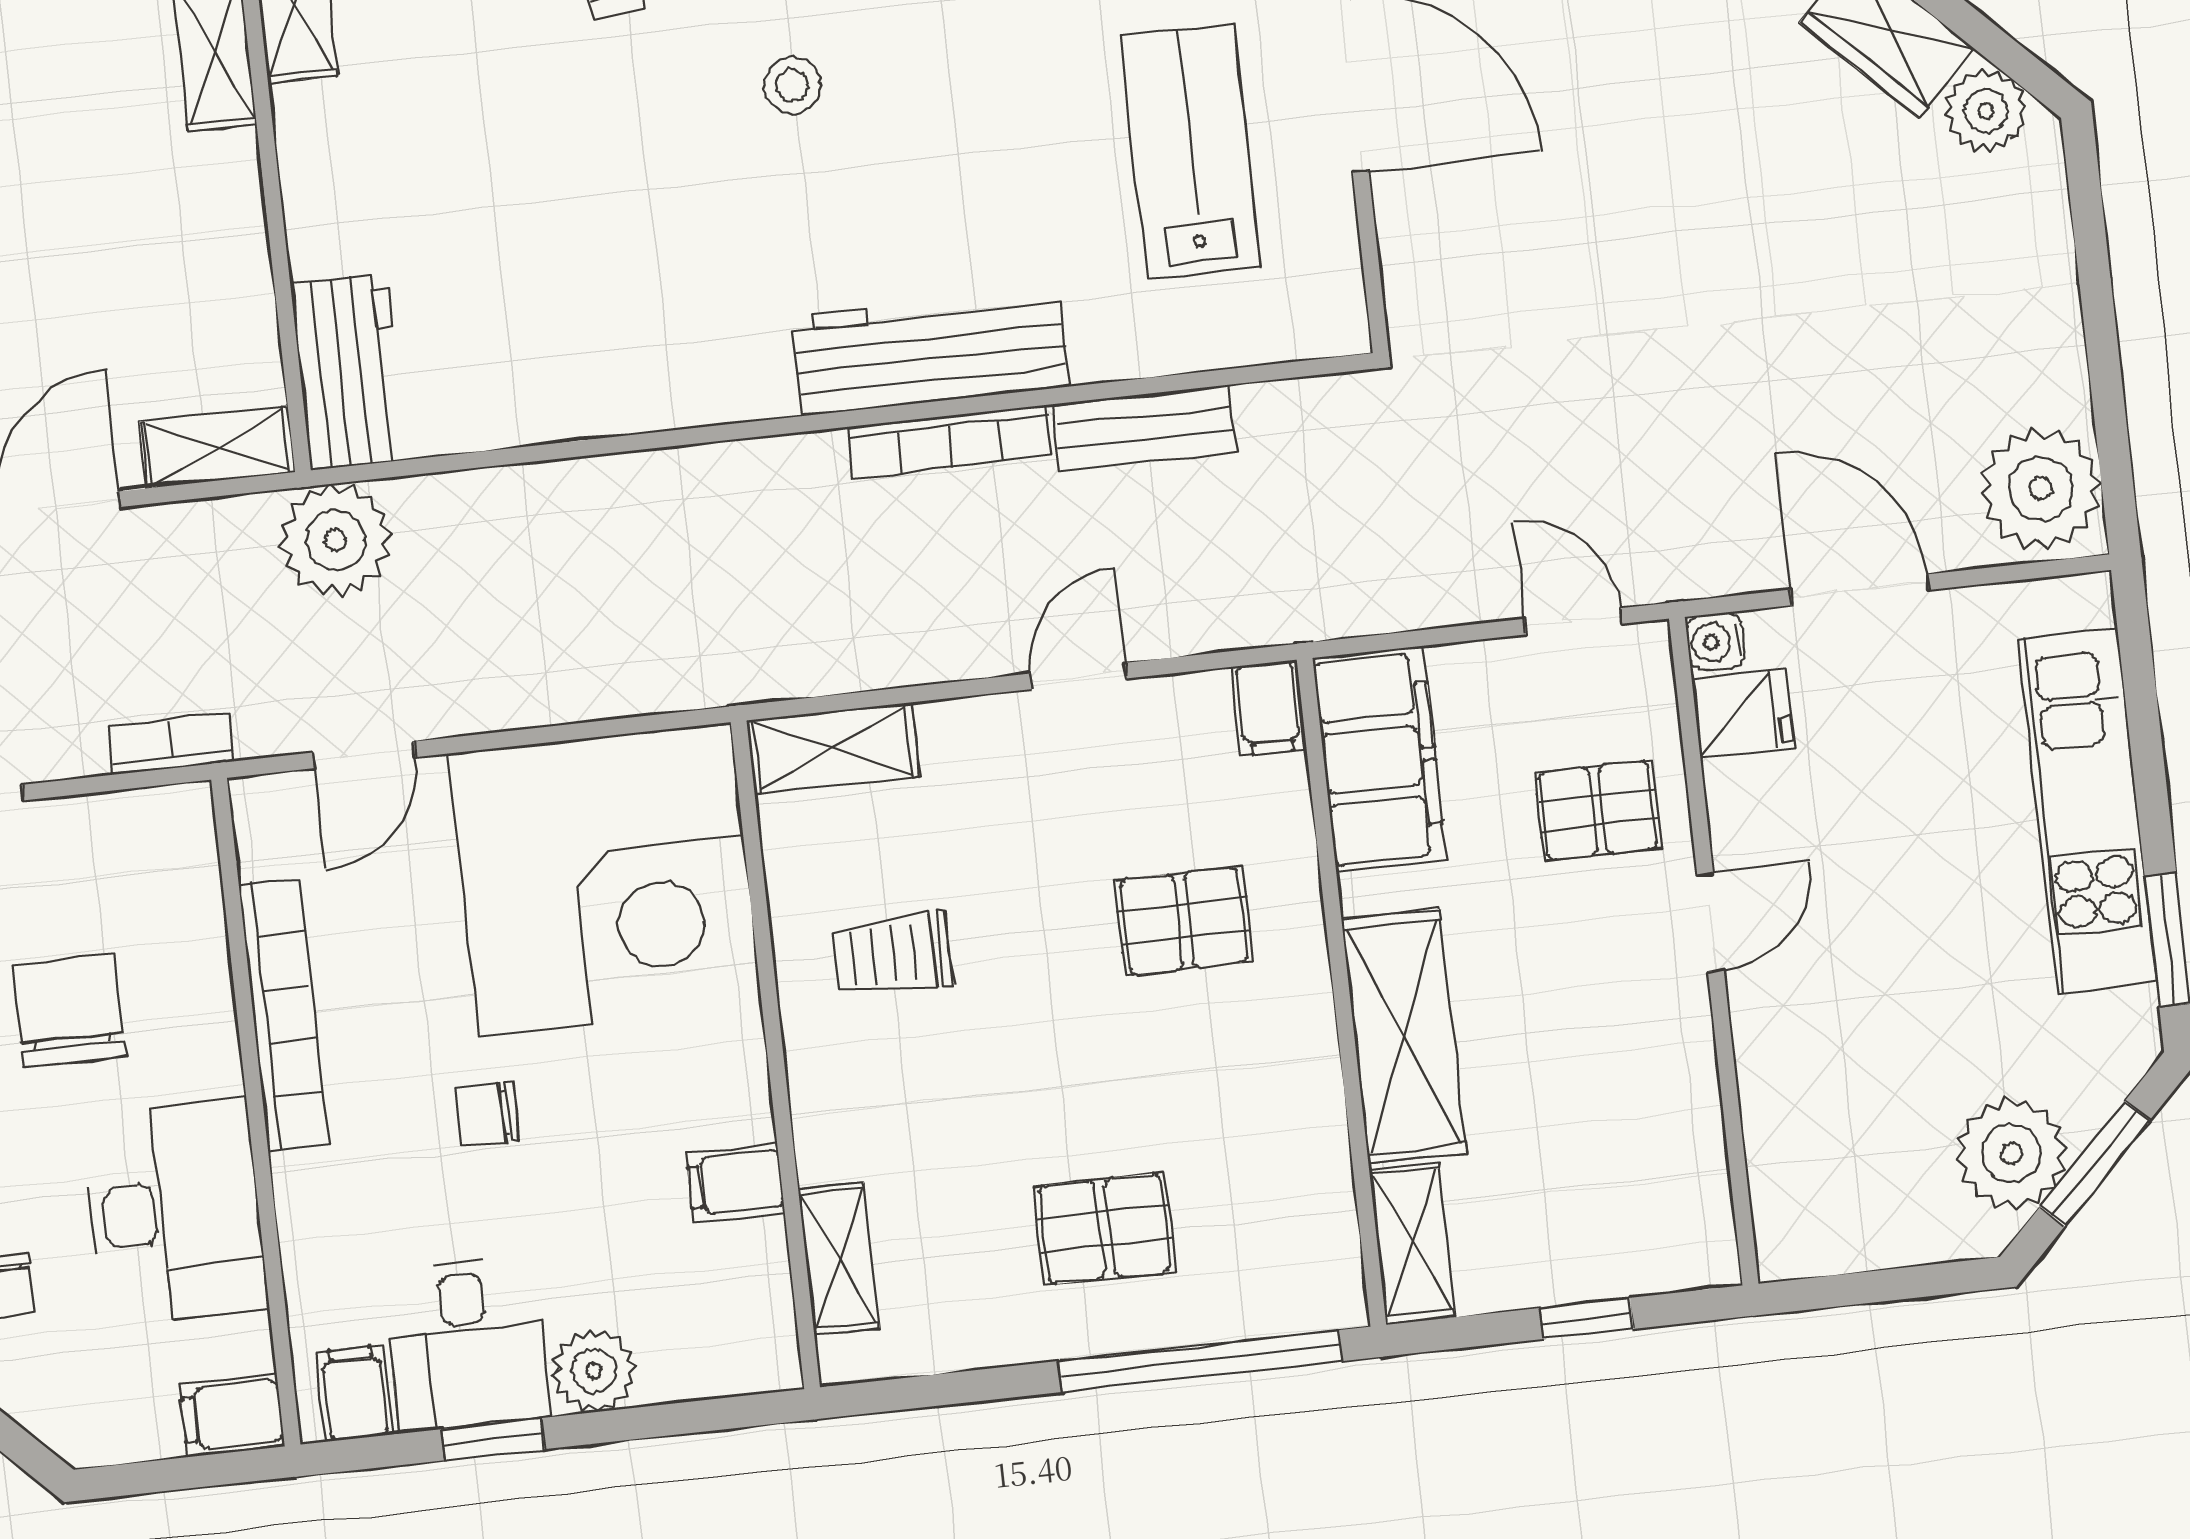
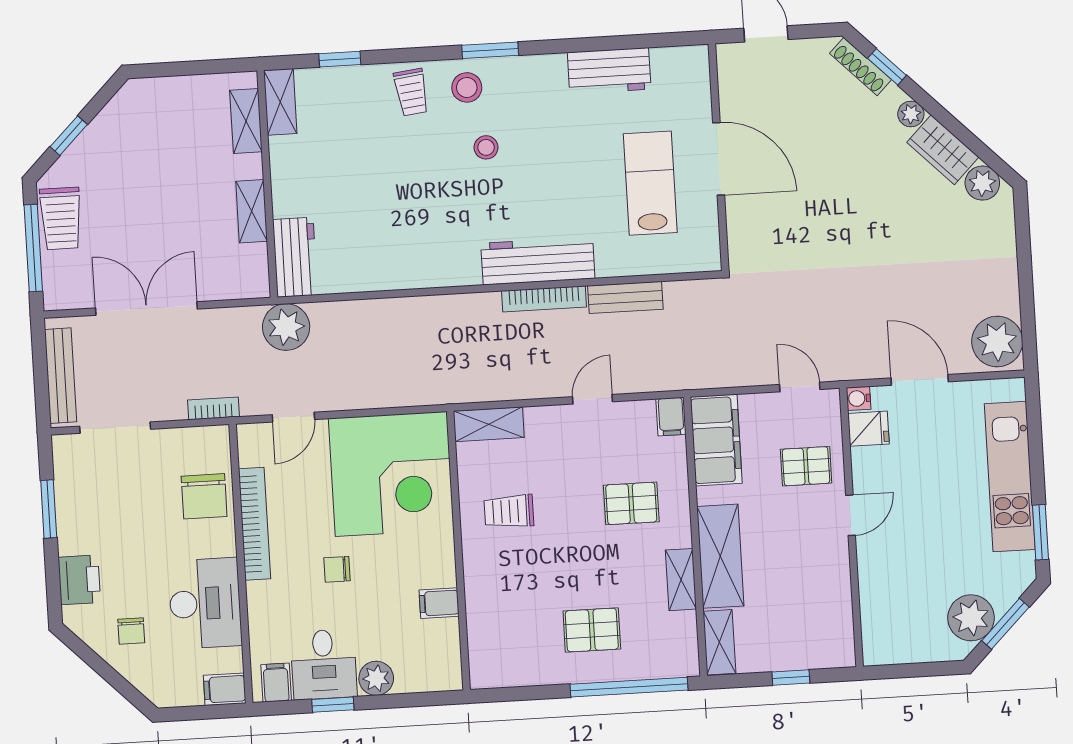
shelving: (217, 447) -> (252, 211), moved, turned 90
chair: (69, 1011) -> (204, 496), moved, turned 180
shelving: (839, 1258) -> (681, 580), moved

